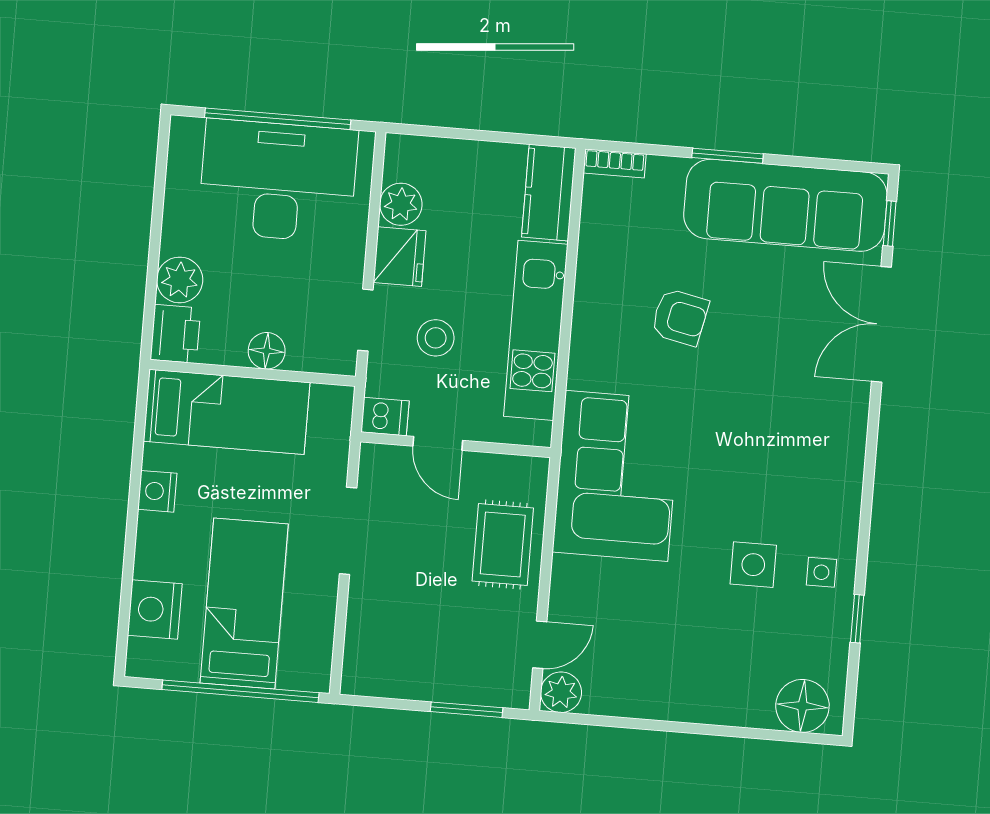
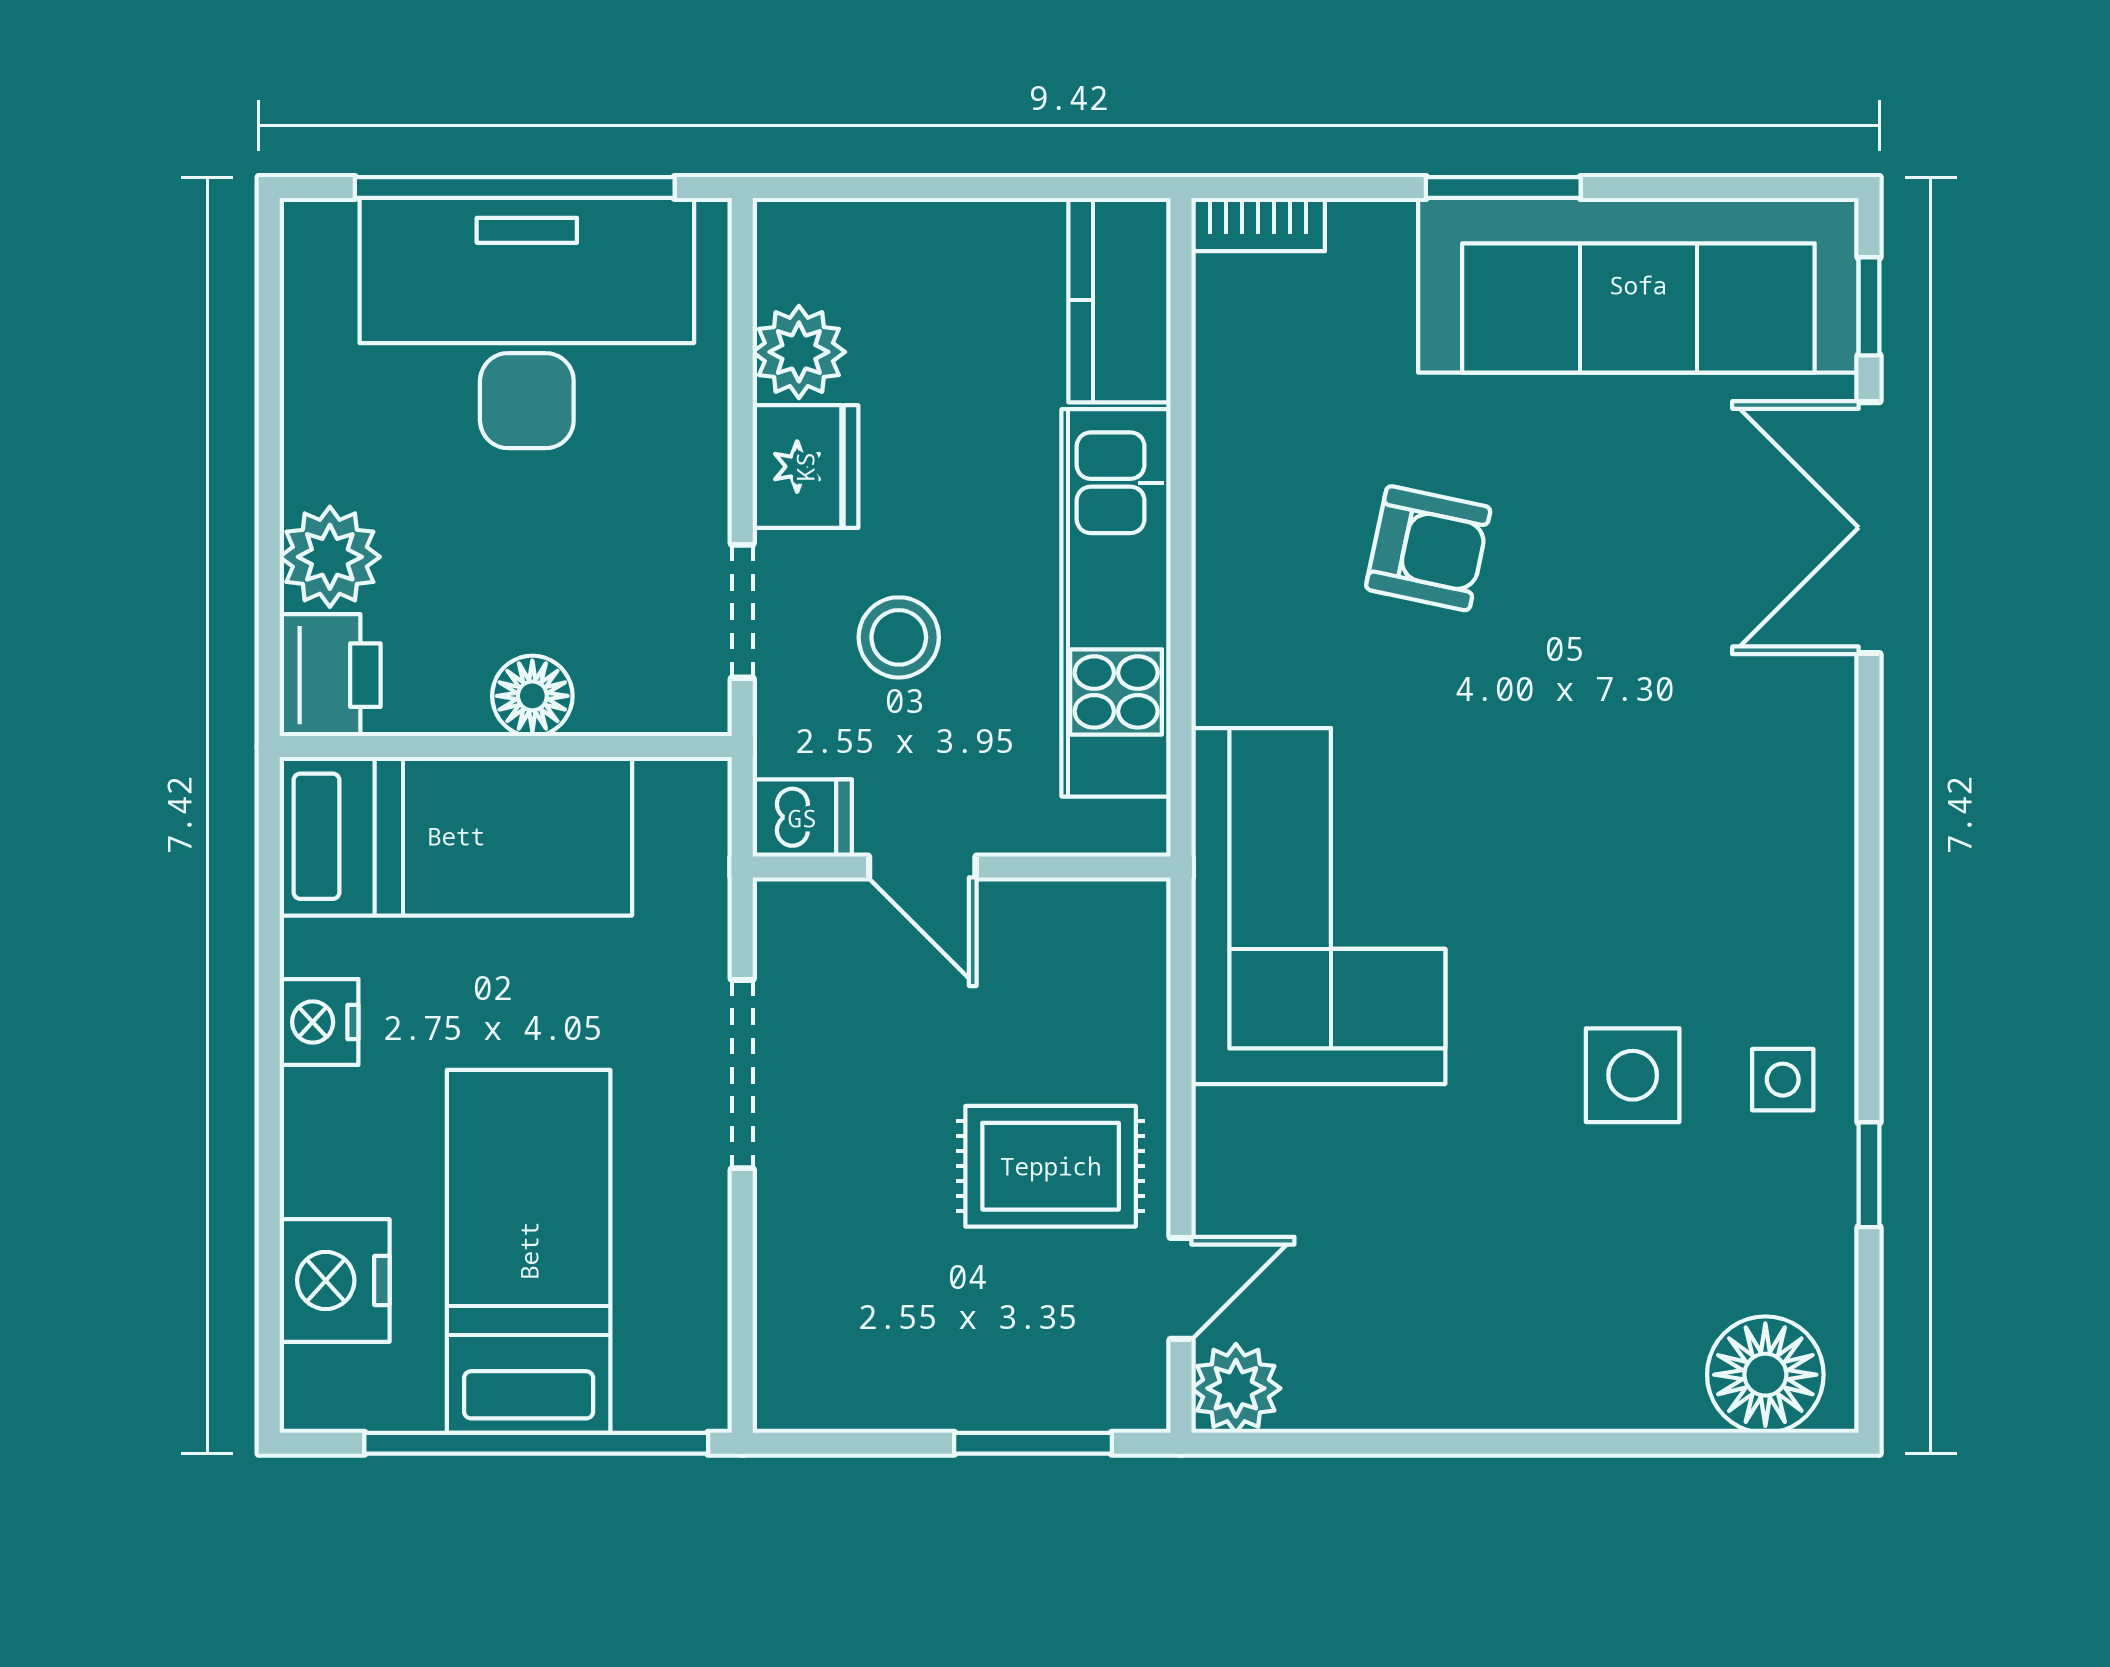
rug: (503, 545) -> (1051, 1166), moved, turned 90

